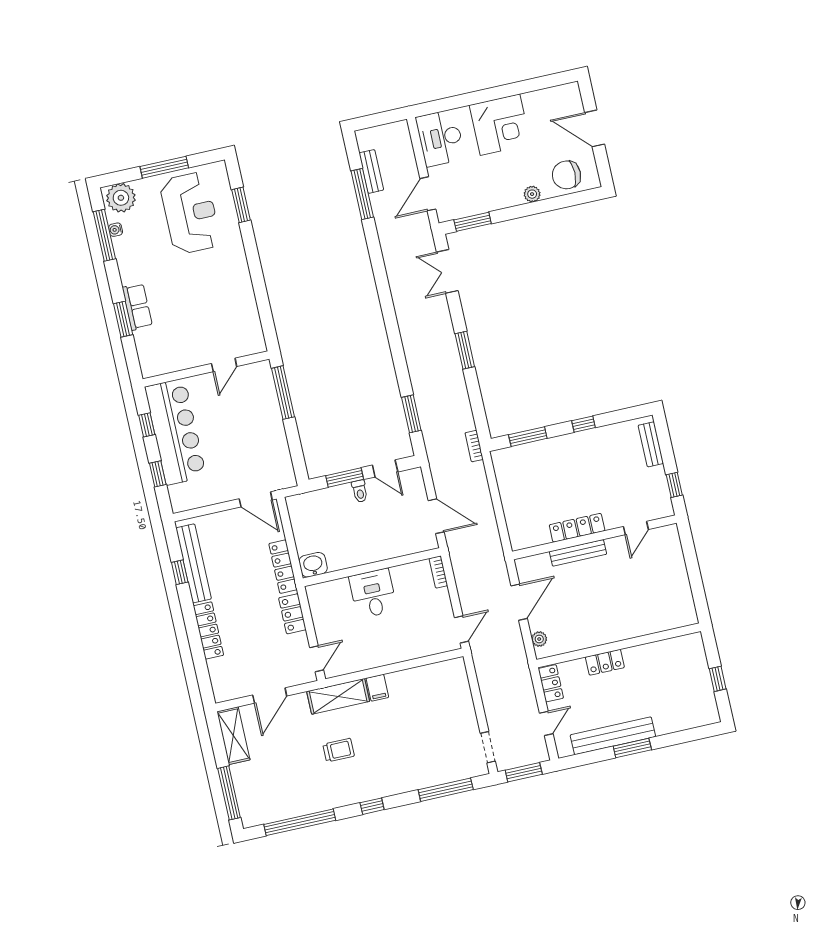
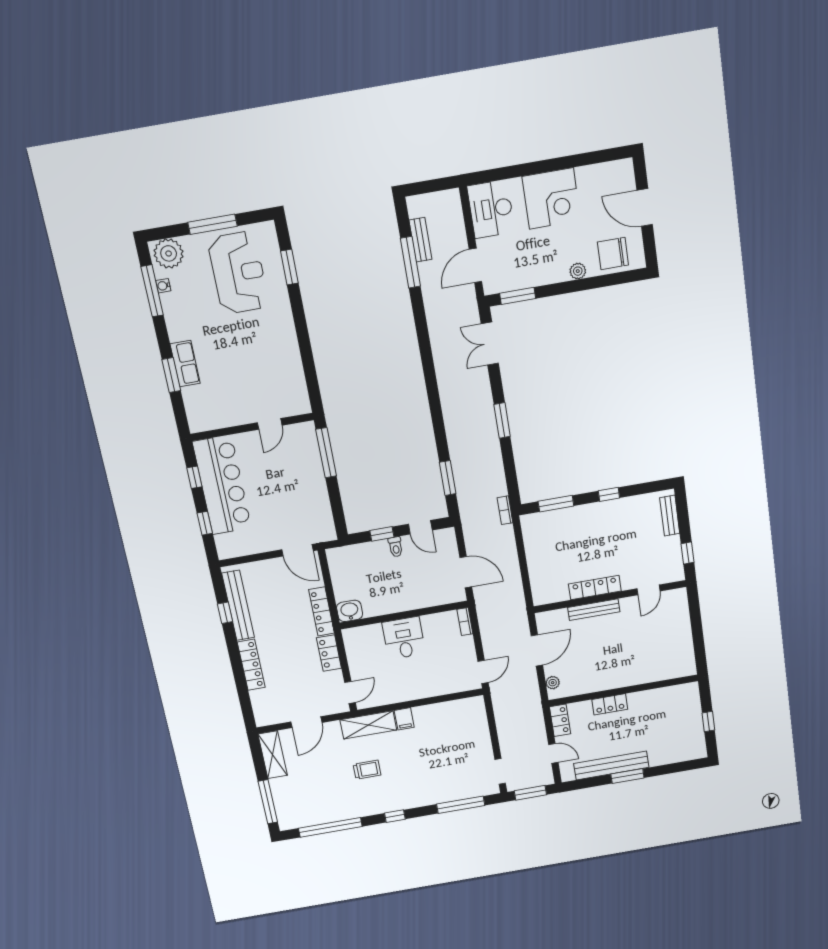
window: (345, 478) -> (382, 534), width x0.67
door: (546, 723) -> (553, 753), hinge flipped

